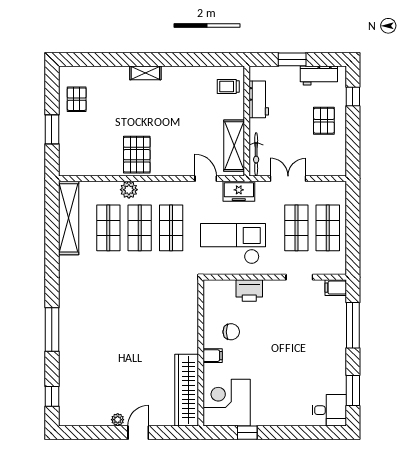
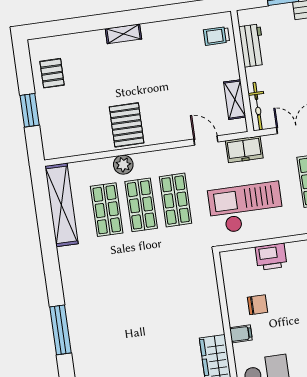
shelving: (234, 146) -> (235, 100), width x0.67, depth x0.75

